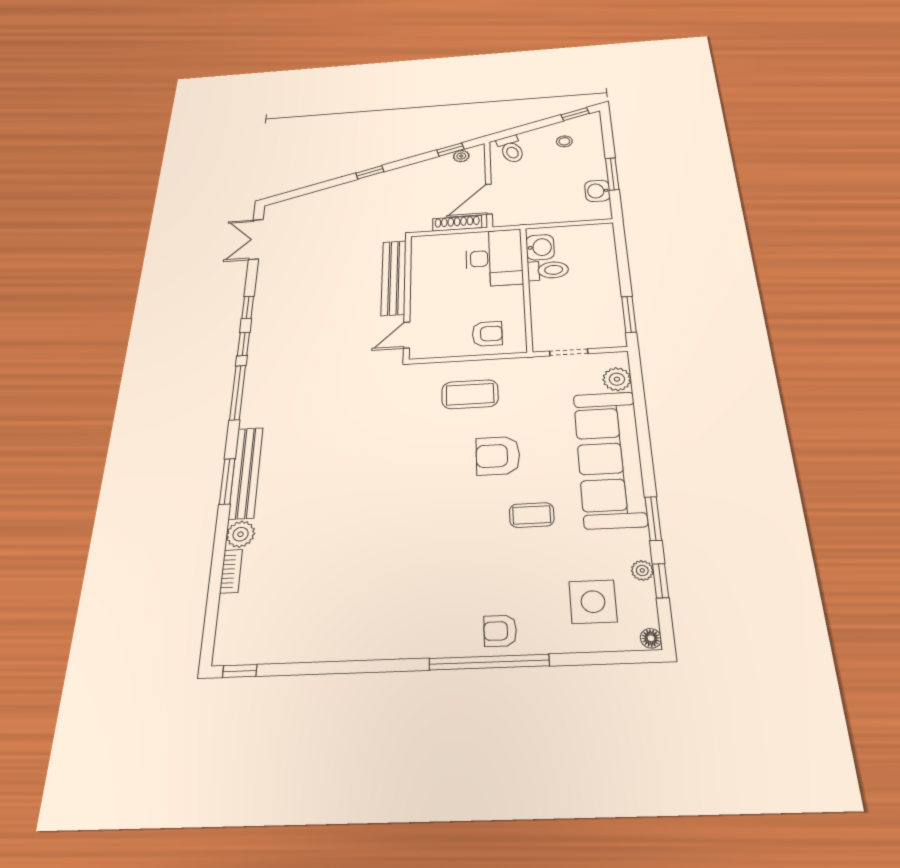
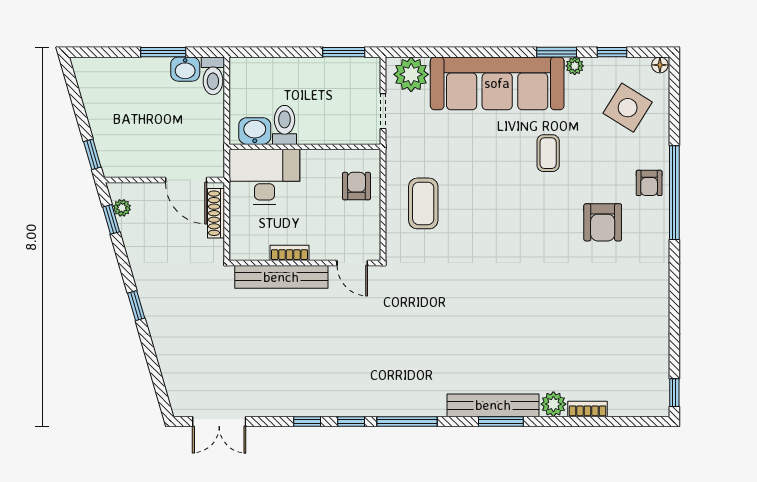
window: (575, 114) -> (92, 154), moved
stool: (564, 141) -> (111, 98), removed
toilet: (511, 149) -> (213, 76), moved, turned 106
bookcase: (418, 283) -> (289, 253), added
plant: (617, 379) -> (411, 74), width x1.36, depth x1.36
armchair: (498, 456) -> (603, 222), moved
plant: (642, 570) -> (575, 66), moved
side table: (593, 602) -> (628, 108), turned 32

